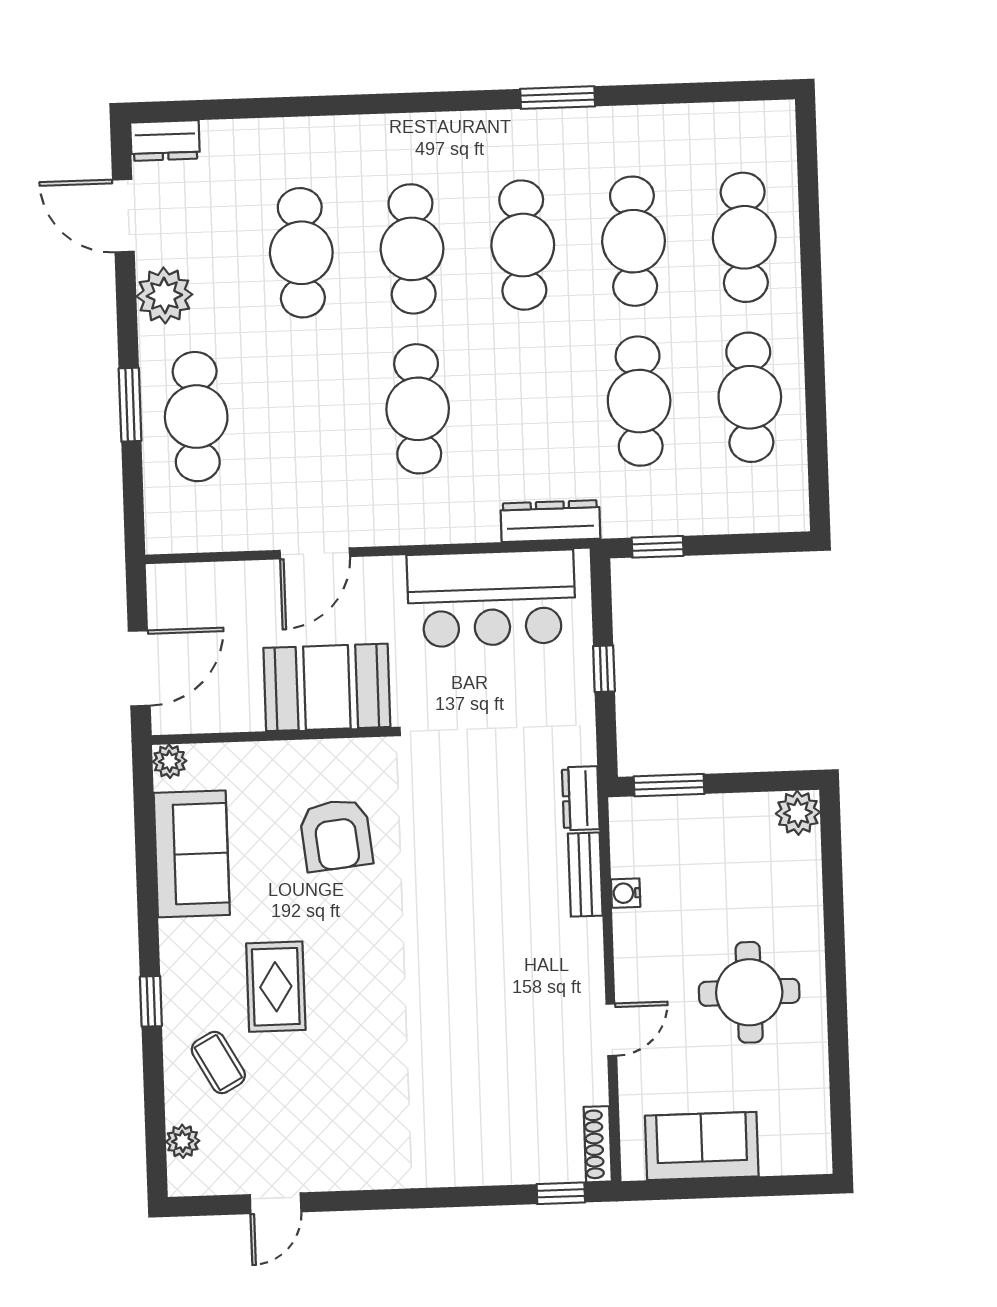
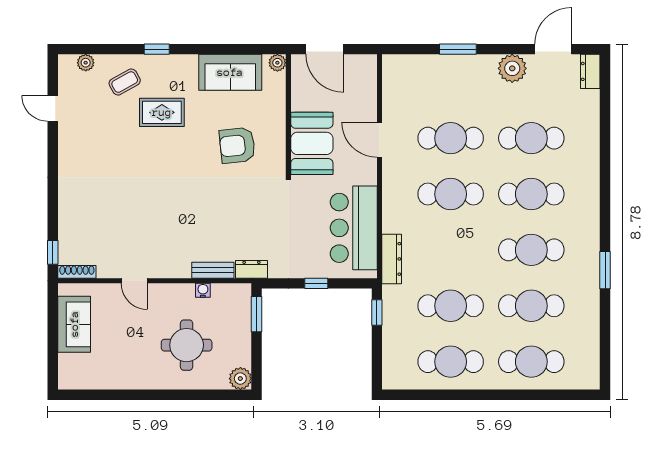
cafe table: (196, 417) -> (451, 138), moved
round table: (749, 992) -> (187, 345), moved

